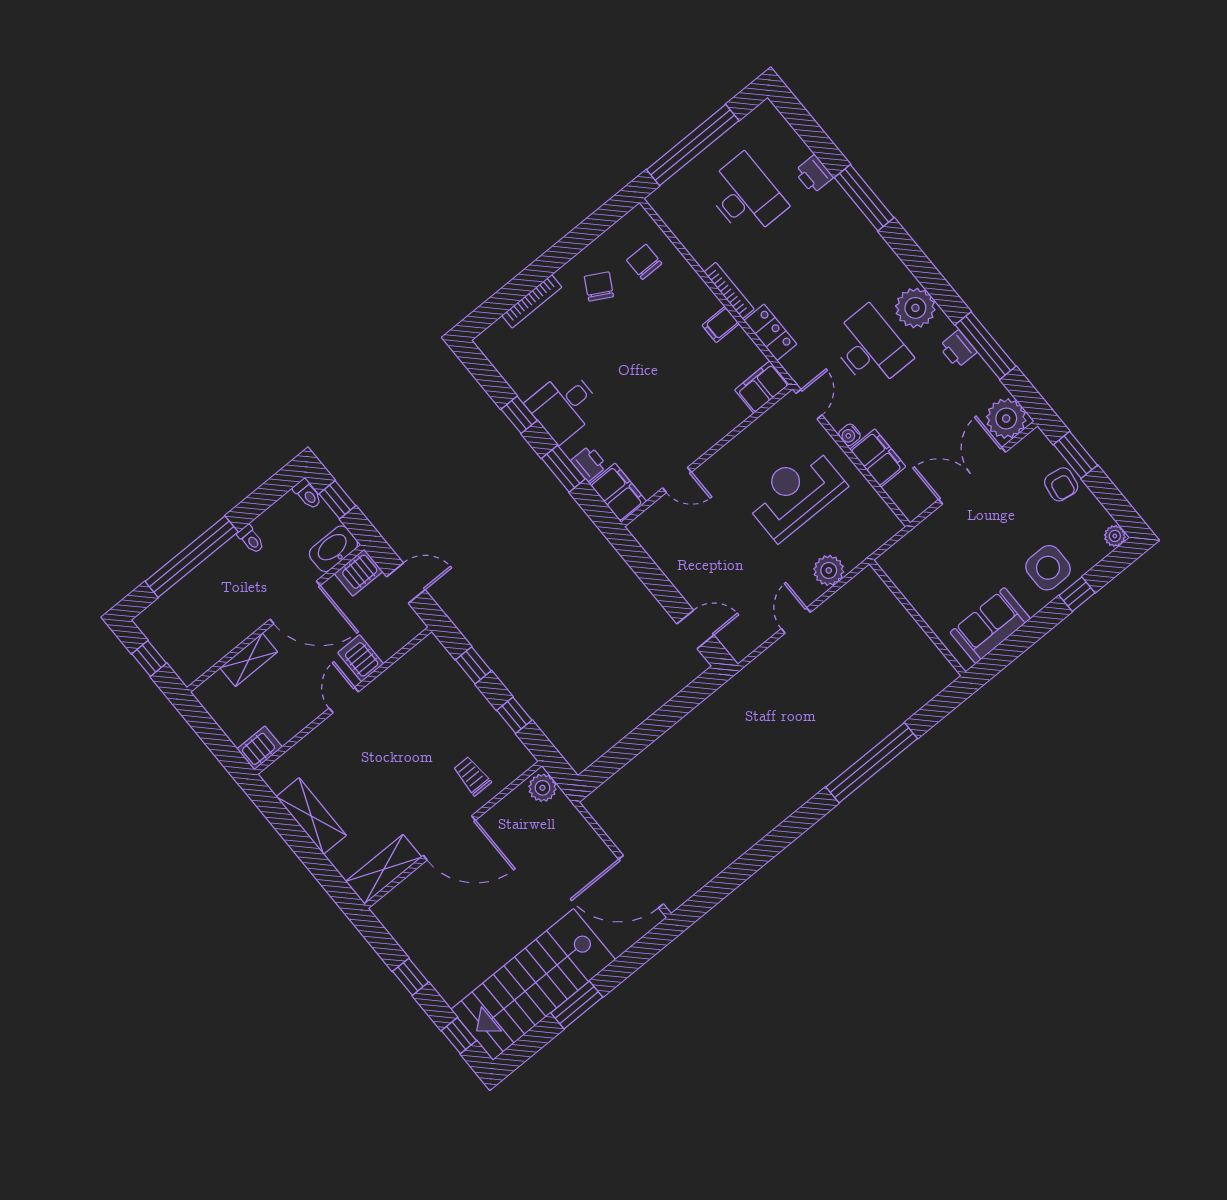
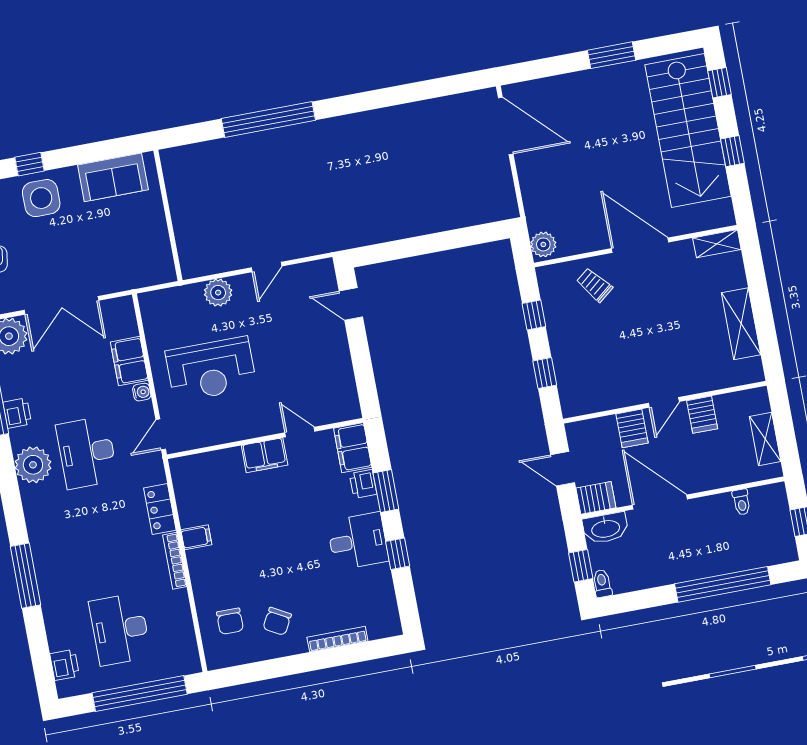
printer: (814, 174) -> (65, 665), moved
filing cabinet: (762, 387) -> (265, 455), moved
toilet: (251, 539) -> (741, 502), moved, turned 180
shelving: (249, 660) -> (765, 439), moved, turned 90
server rack: (260, 748) -> (702, 415), moved, turned -90
trolley: (472, 776) -> (594, 285), turned 141
shelving: (384, 869) -> (717, 244), width x0.67, depth x0.75
stairs: (533, 985) -> (688, 131), moved, turned 90

